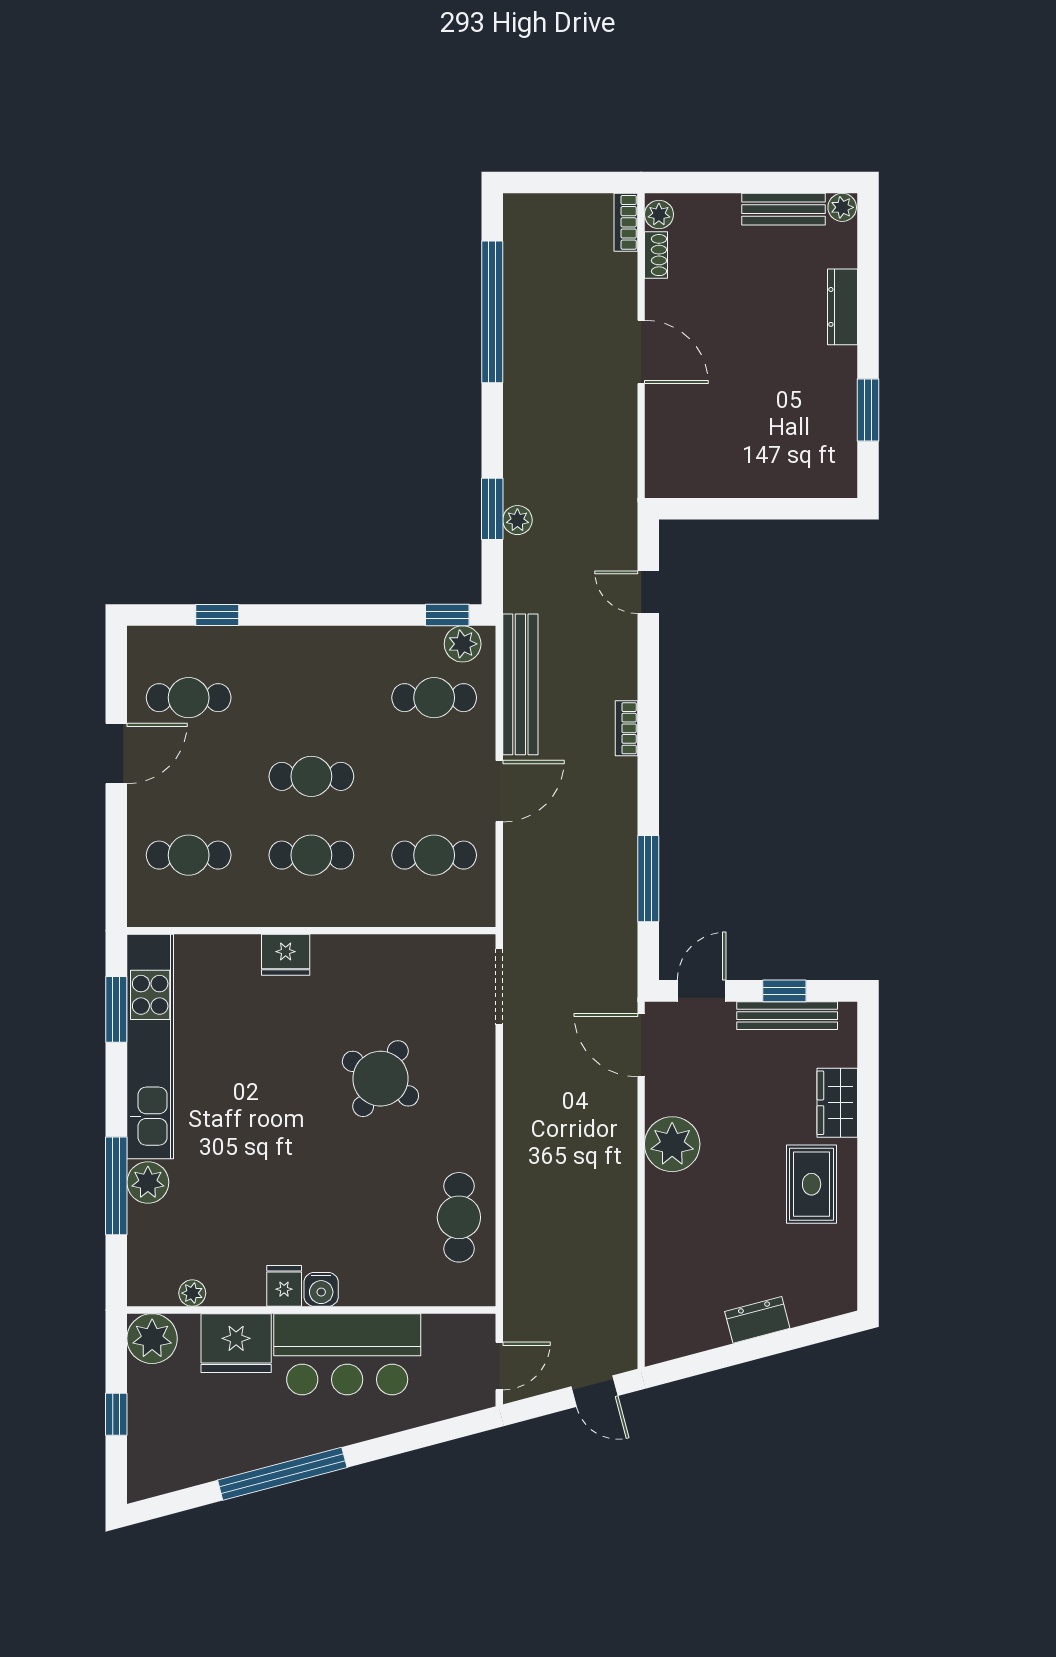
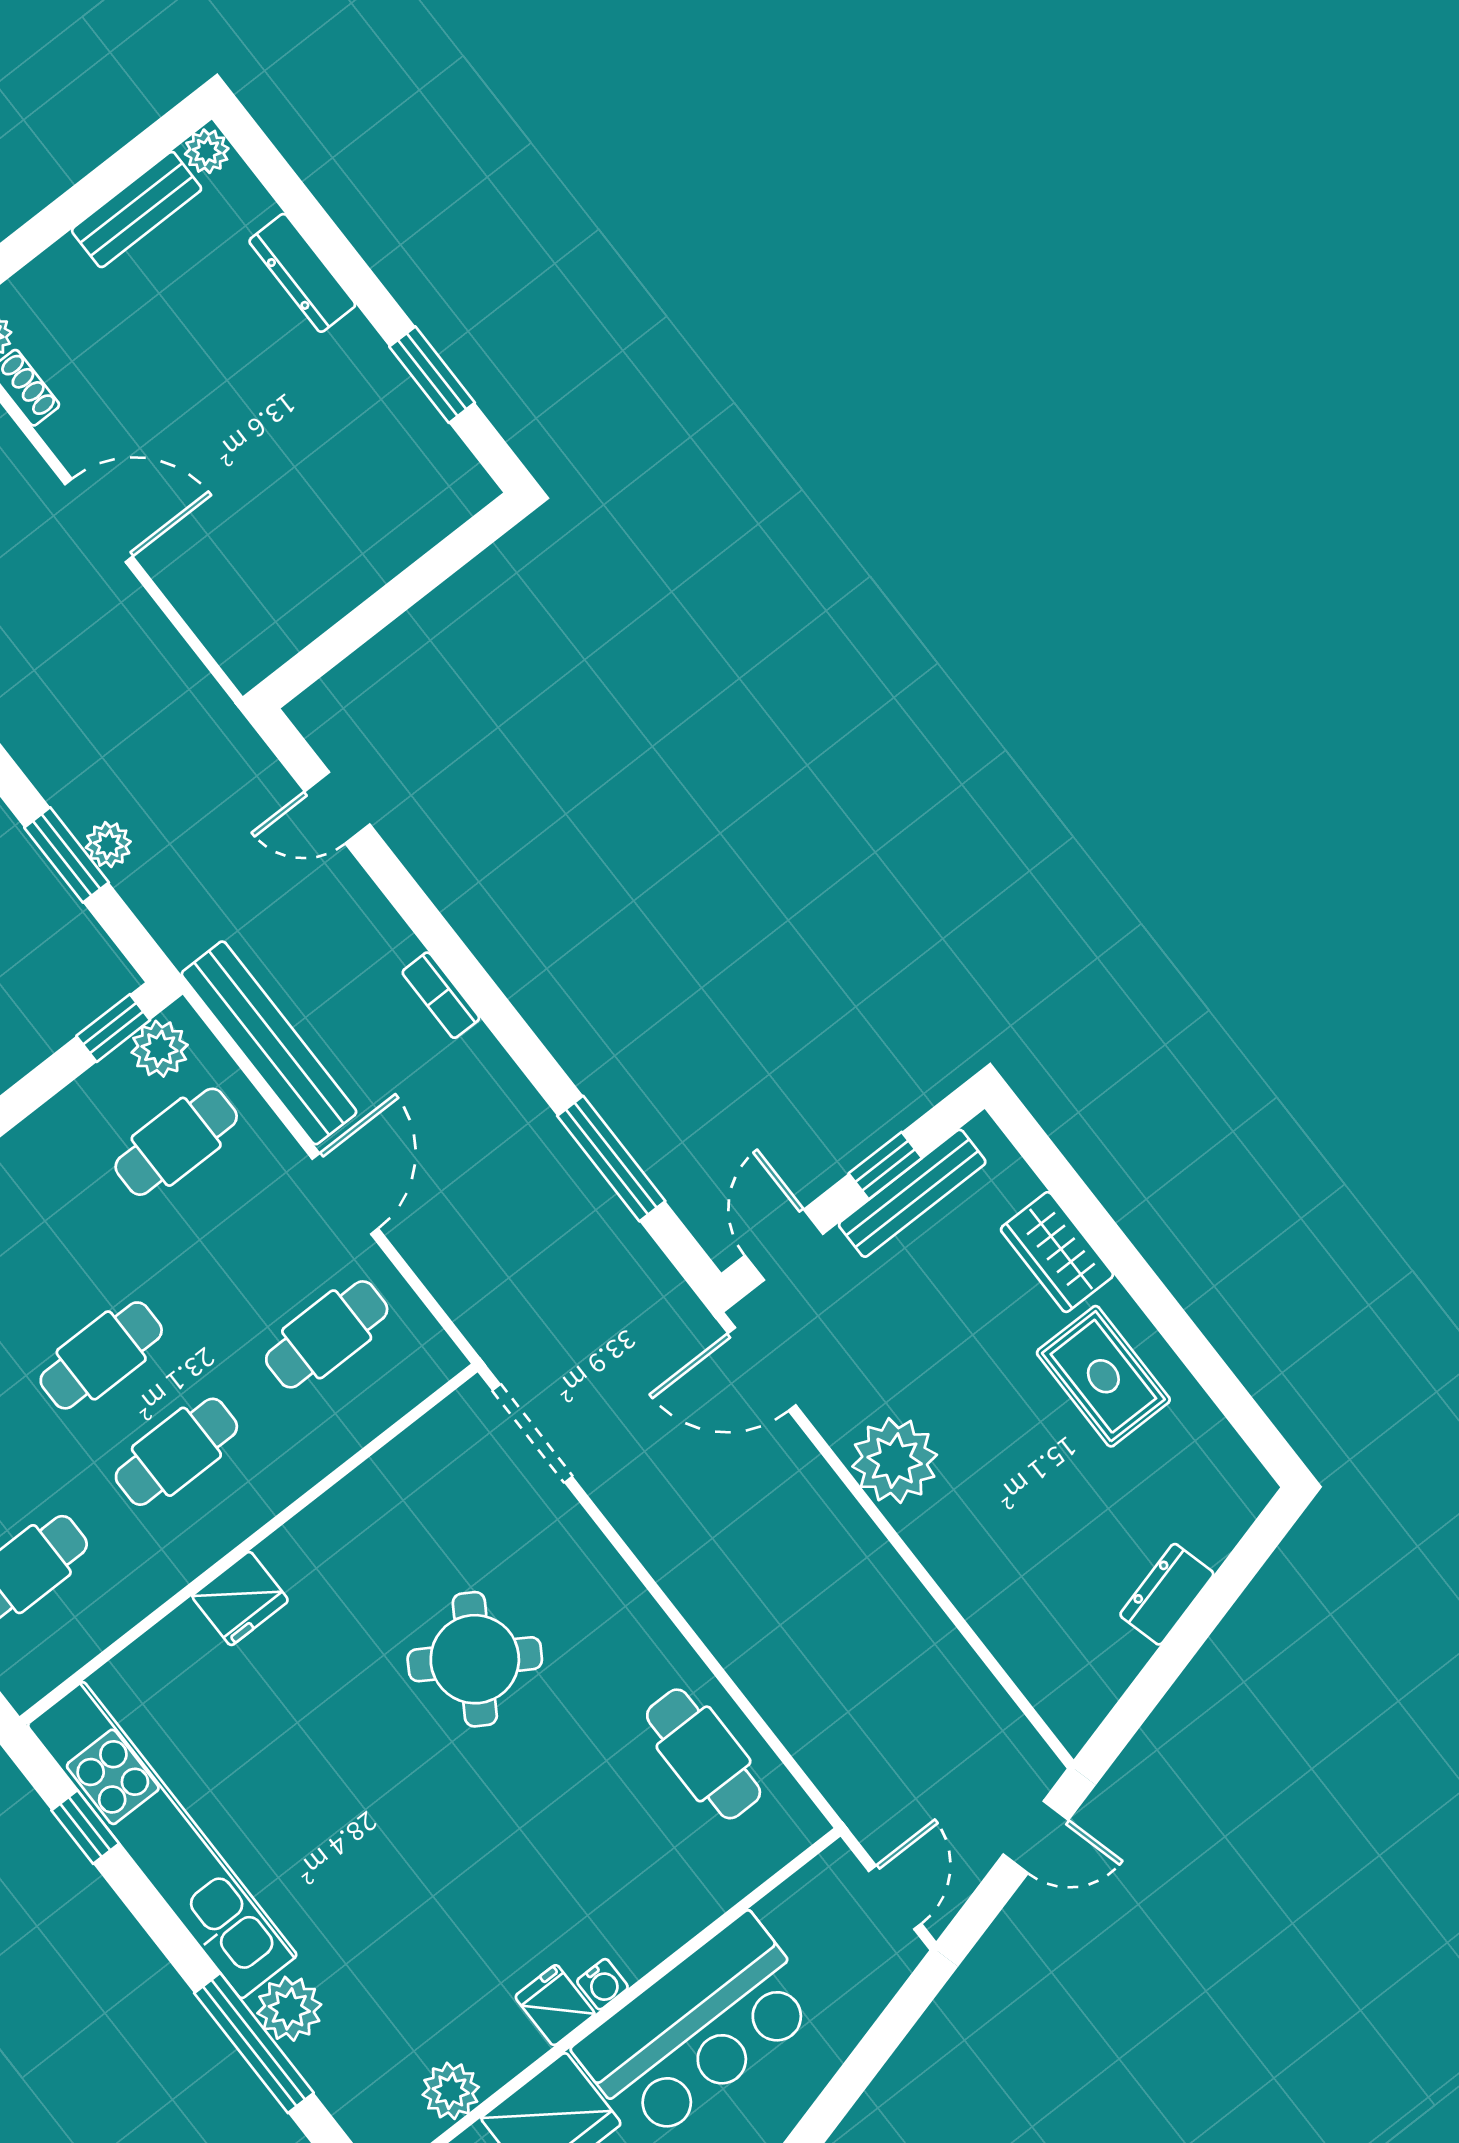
window: (116, 1009) -> (85, 1827), width x0.67
water cooler: (321, 1289) -> (602, 1984), width x0.72, depth x0.72
plant: (192, 1293) -> (451, 2091), width x1.38, depth x1.38

